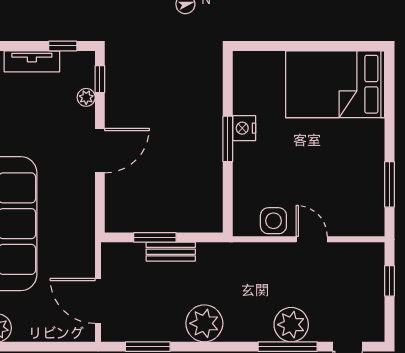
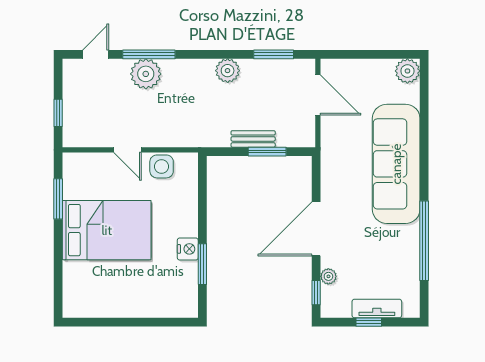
window: (63, 46) -> (369, 322), moved
bed: (335, 84) -> (107, 230), moved
window: (228, 139) -> (202, 264), moved
door: (100, 151) -> (316, 229), width x1.36
plant: (204, 323) -> (228, 71), width x0.73, depth x0.73

